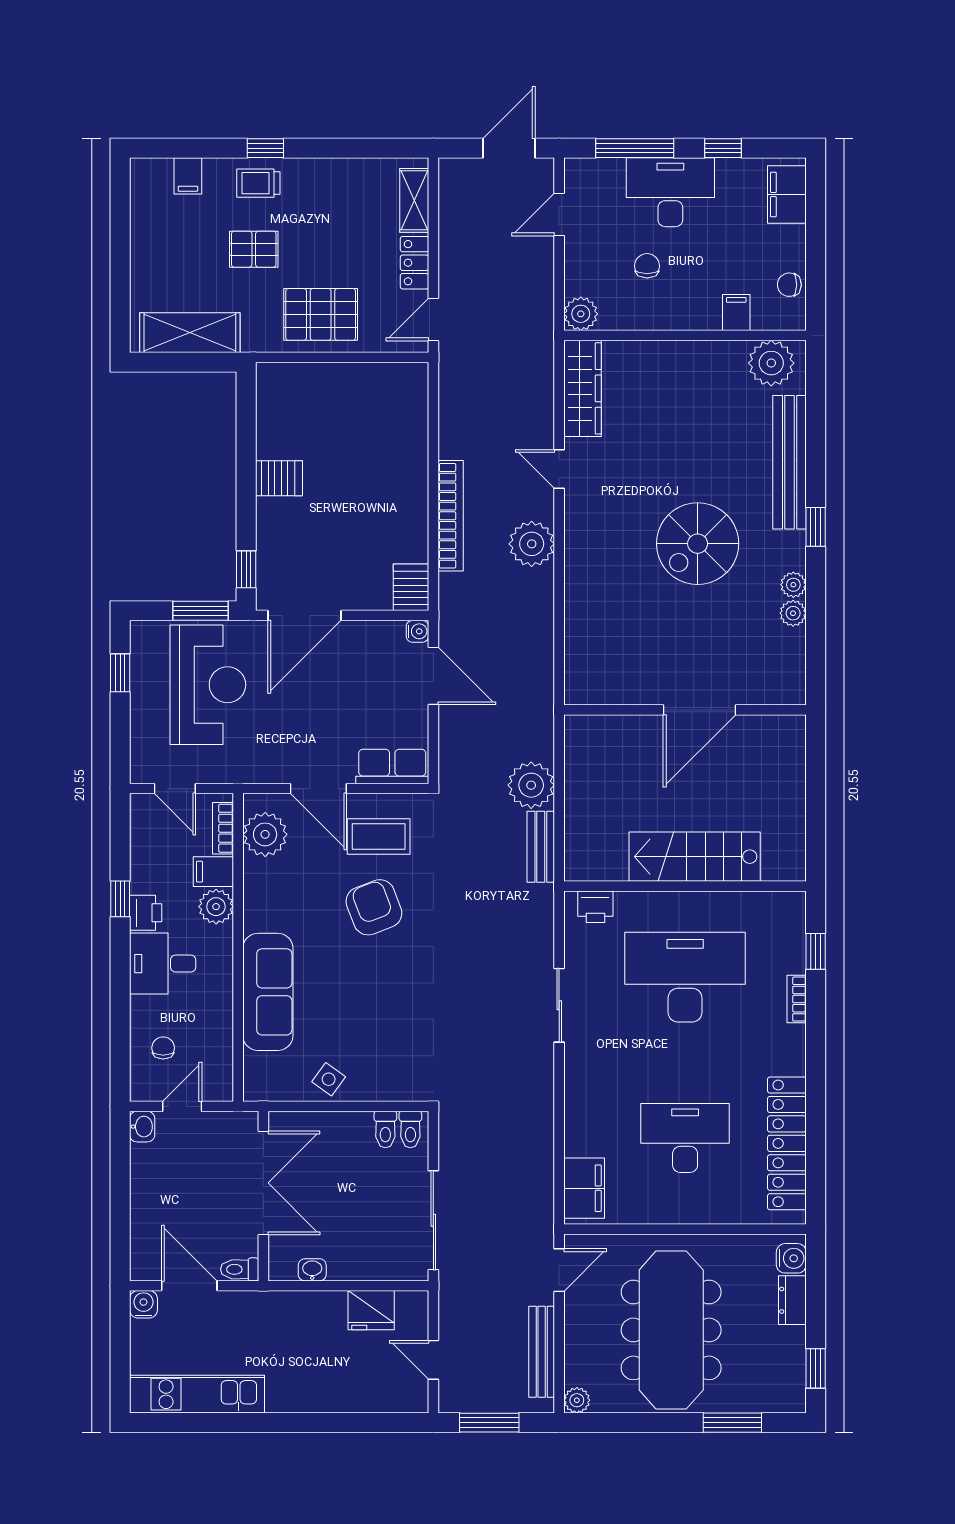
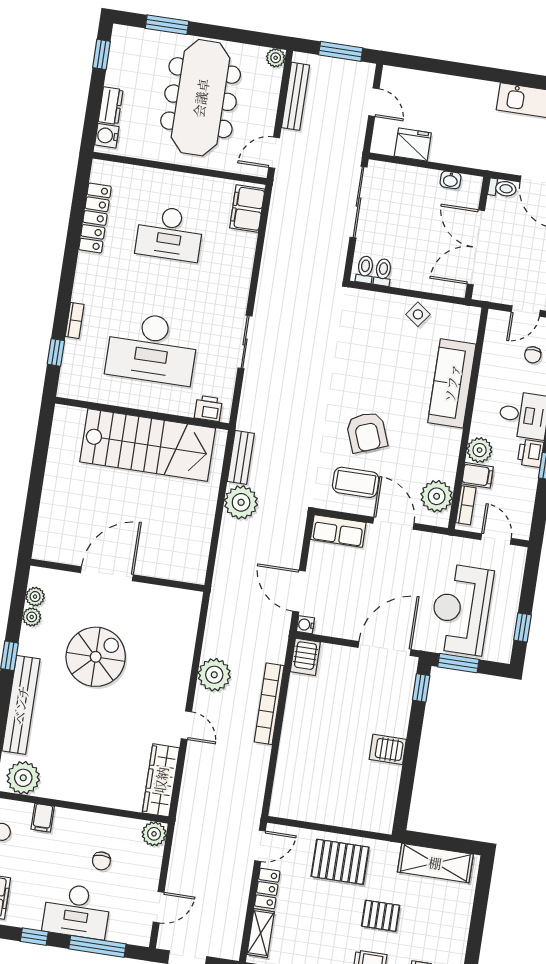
wall: (685, 710) -> (117, 575), moved
door: (700, 710) -> (107, 574), moved
stairs: (695, 857) -> (148, 445), width x1.36, depth x1.51
locker: (787, 1143) -> (95, 218), width x0.71, depth x0.83

